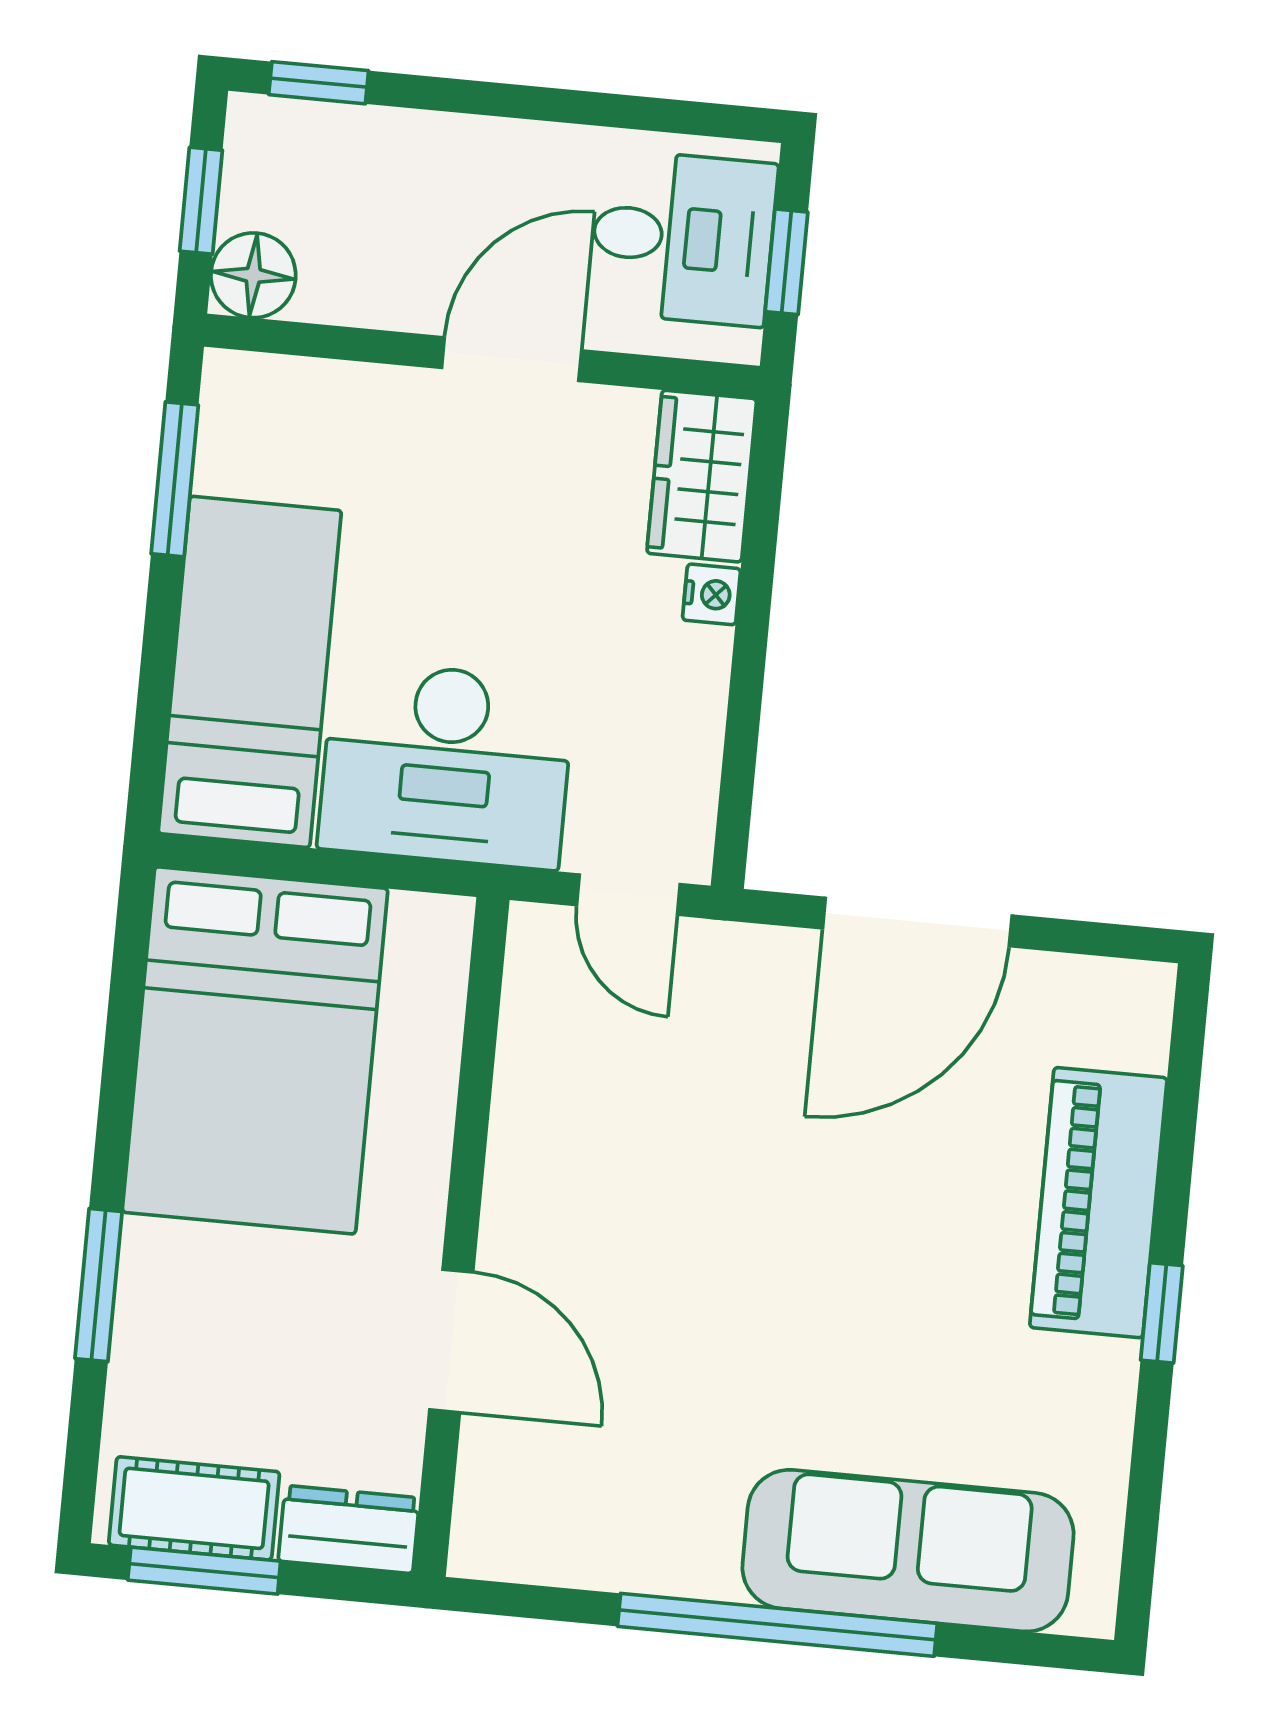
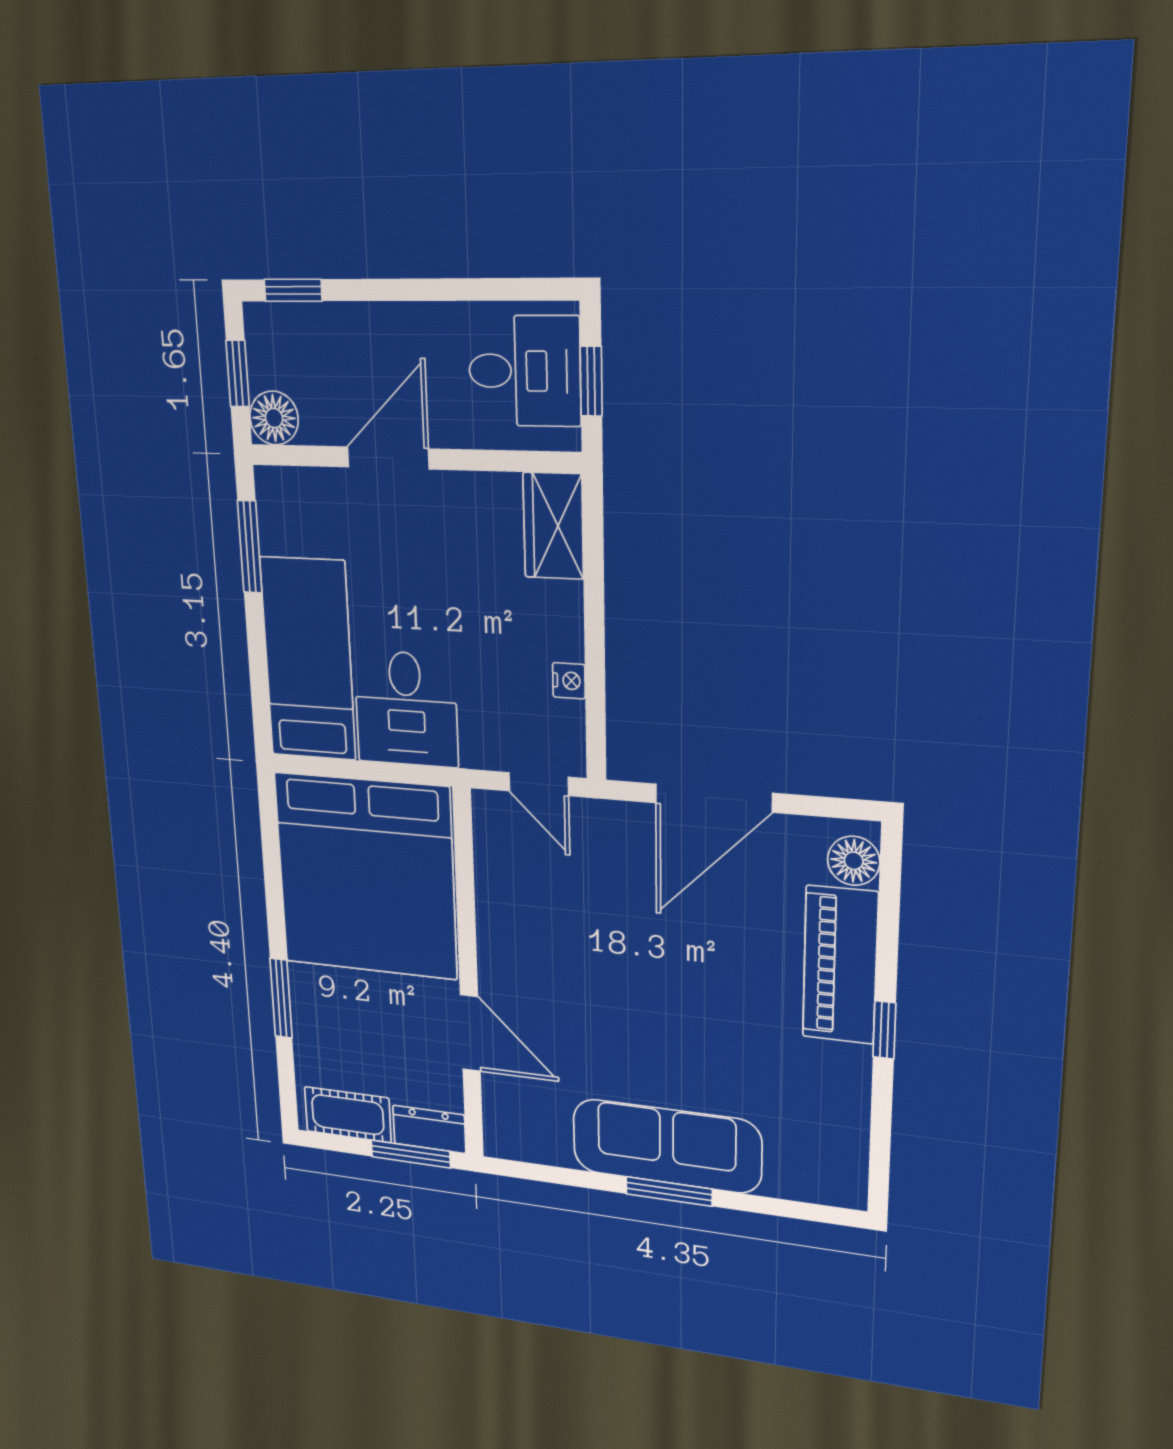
door: (512, 359) -> (388, 458), moved
nightstand: (712, 594) -> (569, 681), moved
desk: (446, 765) -> (406, 709), width x0.73
floor lamp: (1131, 1027) -> (854, 861), added
bed: (255, 1050) -> (366, 876), width x1.36
sofa: (908, 1551) -> (666, 1146), moved
window: (204, 1571) -> (411, 1154), moved
window: (777, 1625) -> (669, 1191), width x0.47

